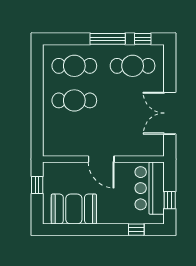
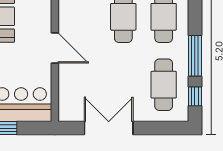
door: (101, 159) -> (55, 48), swing flipped

